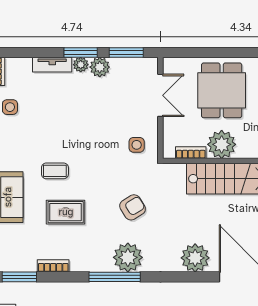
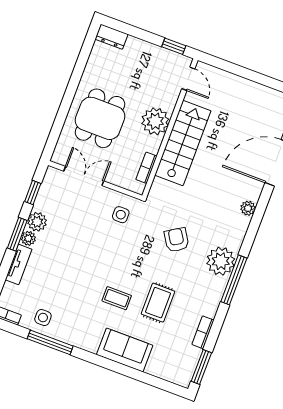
window: (126, 52) -> (33, 193), width x0.67
dining table: (222, 90) -> (100, 118), turned 90
plant: (222, 144) -> (155, 121), moved
coffee table: (55, 171) -> (117, 298), turned 90
plant: (195, 258) -> (248, 208), width x0.53, depth x0.53

